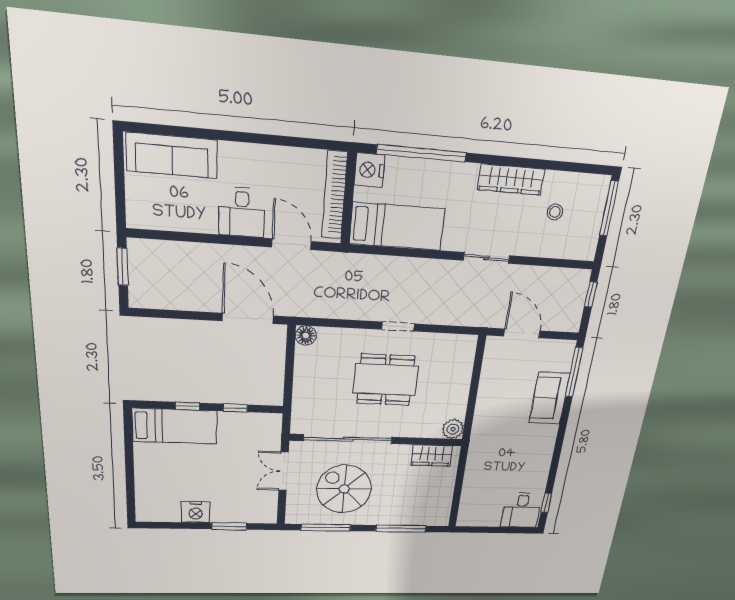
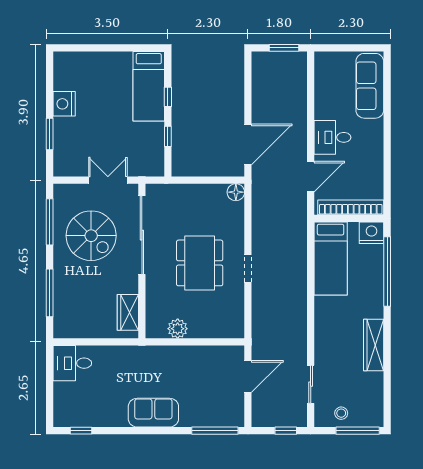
stool: (555, 212) -> (341, 413), moved
sliding door: (487, 258) -> (311, 384), moved
sofa: (549, 398) -> (153, 413), moved
plant: (453, 429) -> (178, 329), moved
spiral stairs: (344, 489) -> (91, 236), turned 90
desk: (521, 510) -> (72, 363), moved

